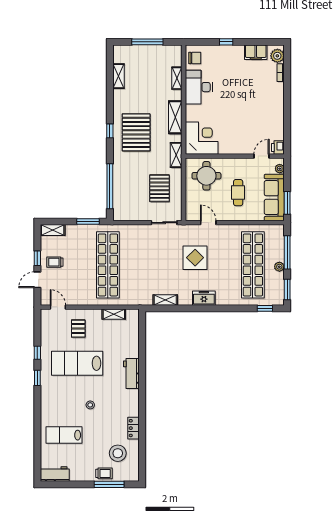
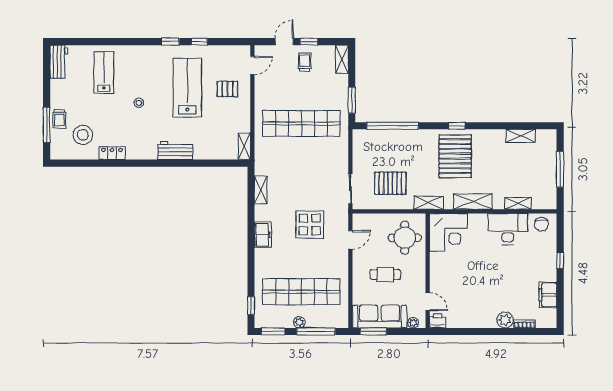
plant: (277, 56) -> (505, 320), moved
pallet: (136, 132) -> (455, 156), turned 90
door: (37, 280) -> (284, 42), hinge flipped
shelving: (114, 314) -> (244, 146), moved

